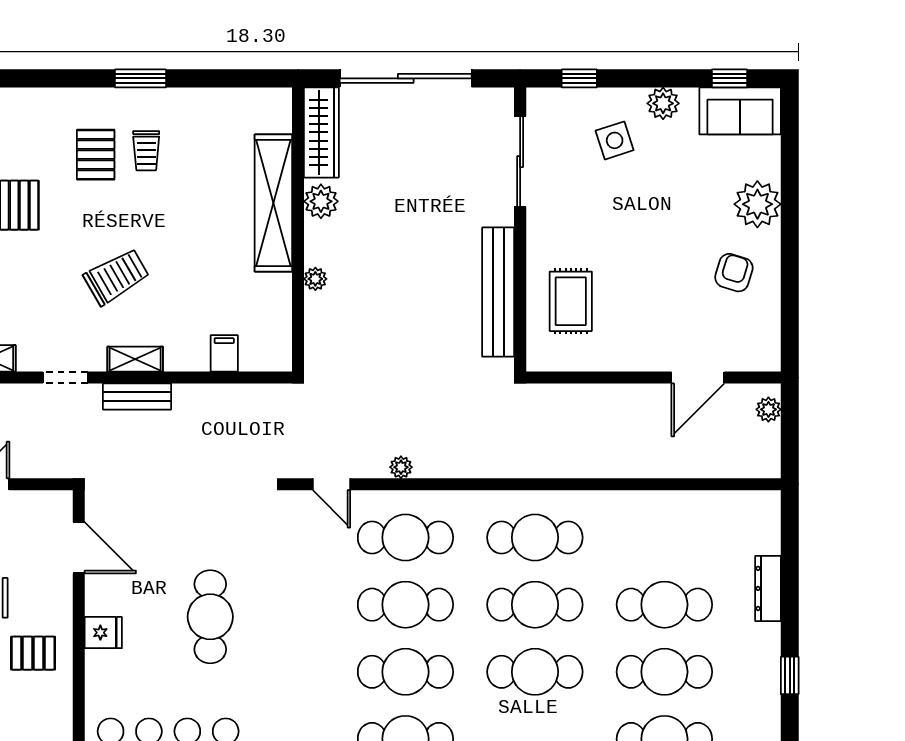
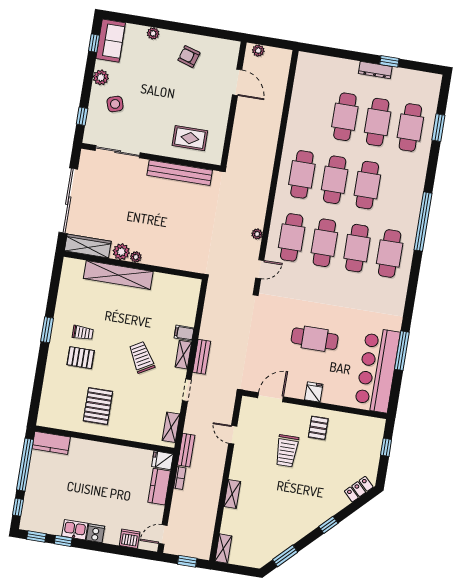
plant: (757, 204) -> (153, 33), width x0.53, depth x0.53
plant: (315, 279) -> (136, 257), moved
filing cabinet: (224, 353) -> (184, 333), moved
dresser: (768, 588) -> (375, 70), moved

